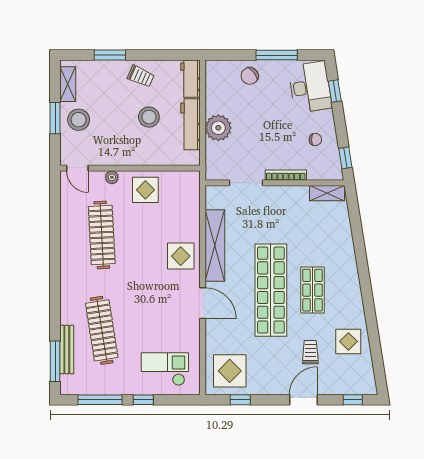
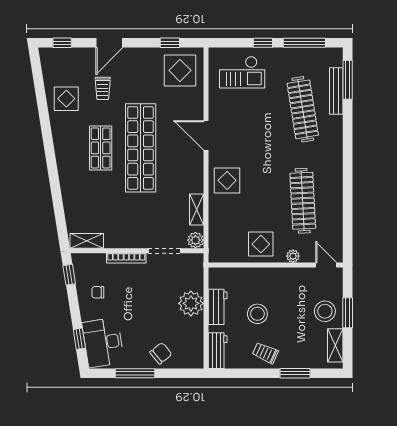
workbench: (191, 124) -> (218, 307), width x0.73
plant: (214, 194) -> (195, 240), added
shelving: (215, 245) -> (197, 209), width x0.45, depth x0.75

